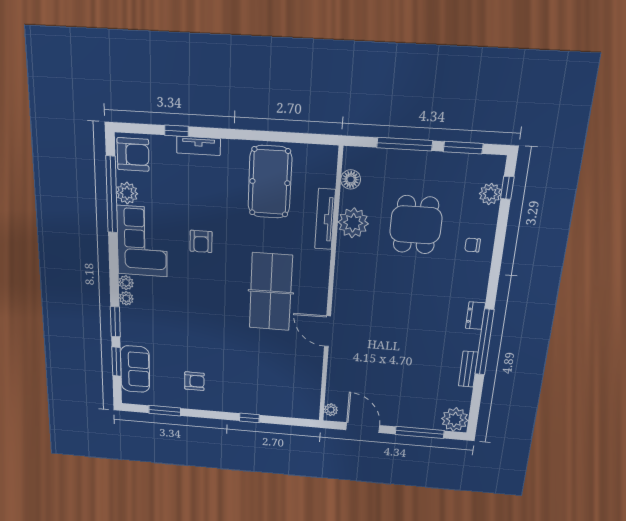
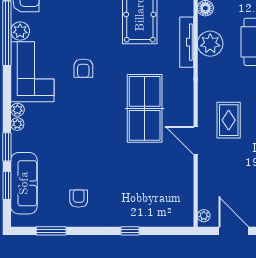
rug: (368, 312) -> (229, 120), added
sofa: (135, 369) -> (24, 183), width x1.36
armchair: (194, 381) -> (79, 199), turned -90

